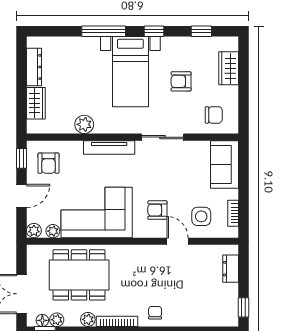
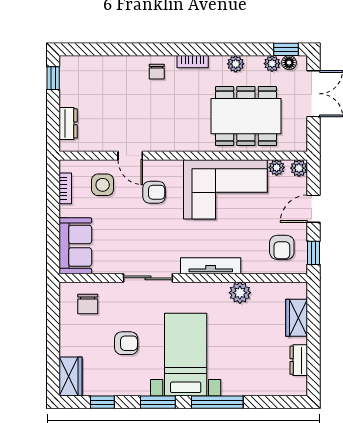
window: (154, 31) -> (158, 402), width x1.50
dresser: (34, 67) -> (299, 360), width x0.70
wardrobe: (229, 68) -> (70, 376), moved
chair: (214, 115) -> (88, 304), turned -90
armchair: (48, 163) -> (282, 247), turned 180
bookcase: (117, 321) -> (193, 62), width x0.64

